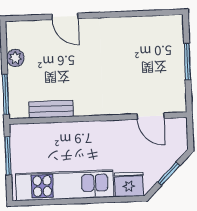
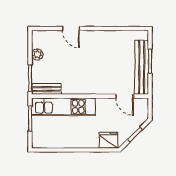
bench: (175, 71) -> (142, 67), added
bench: (51, 109) -> (47, 89), moved
kitchen unit: (65, 185) -> (64, 107), moved, turned 180

